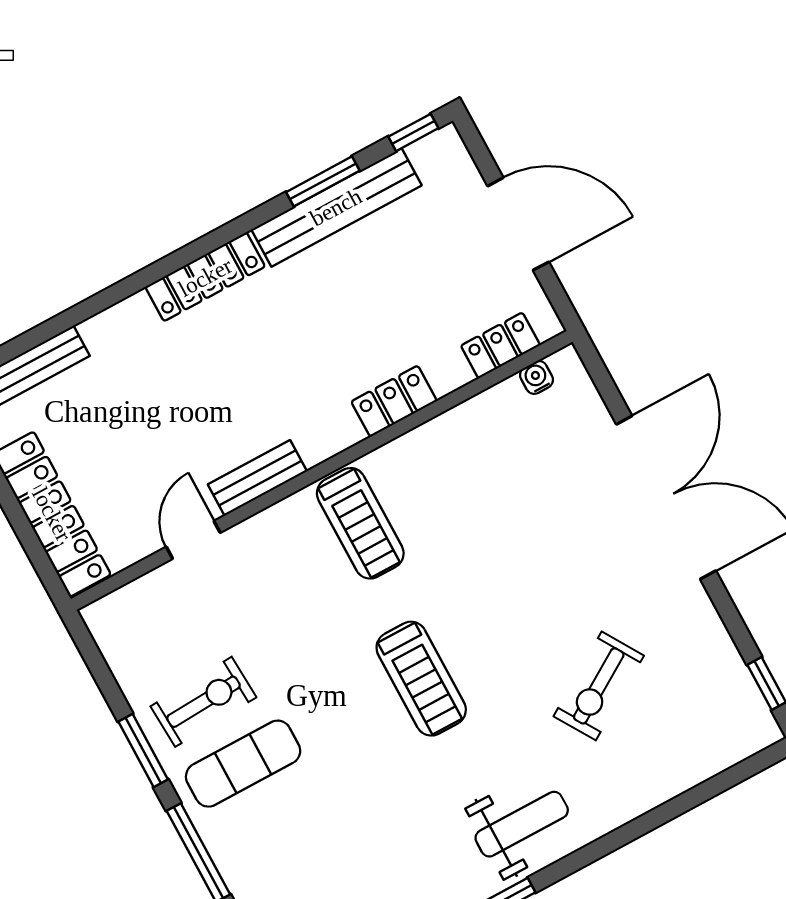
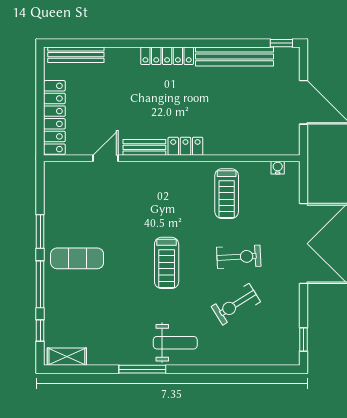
window: (323, 181) -> (235, 43), removed
locker: (500, 345) -> (270, 147), removed
locker: (394, 401) -> (185, 146), moved
treadmill: (360, 523) -> (227, 194), moved
exercise bike: (203, 702) -> (239, 257), moved

